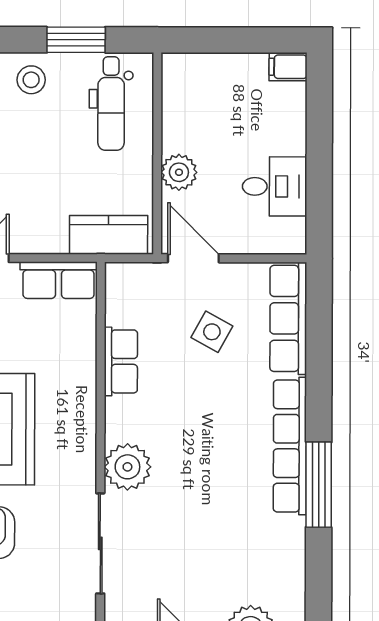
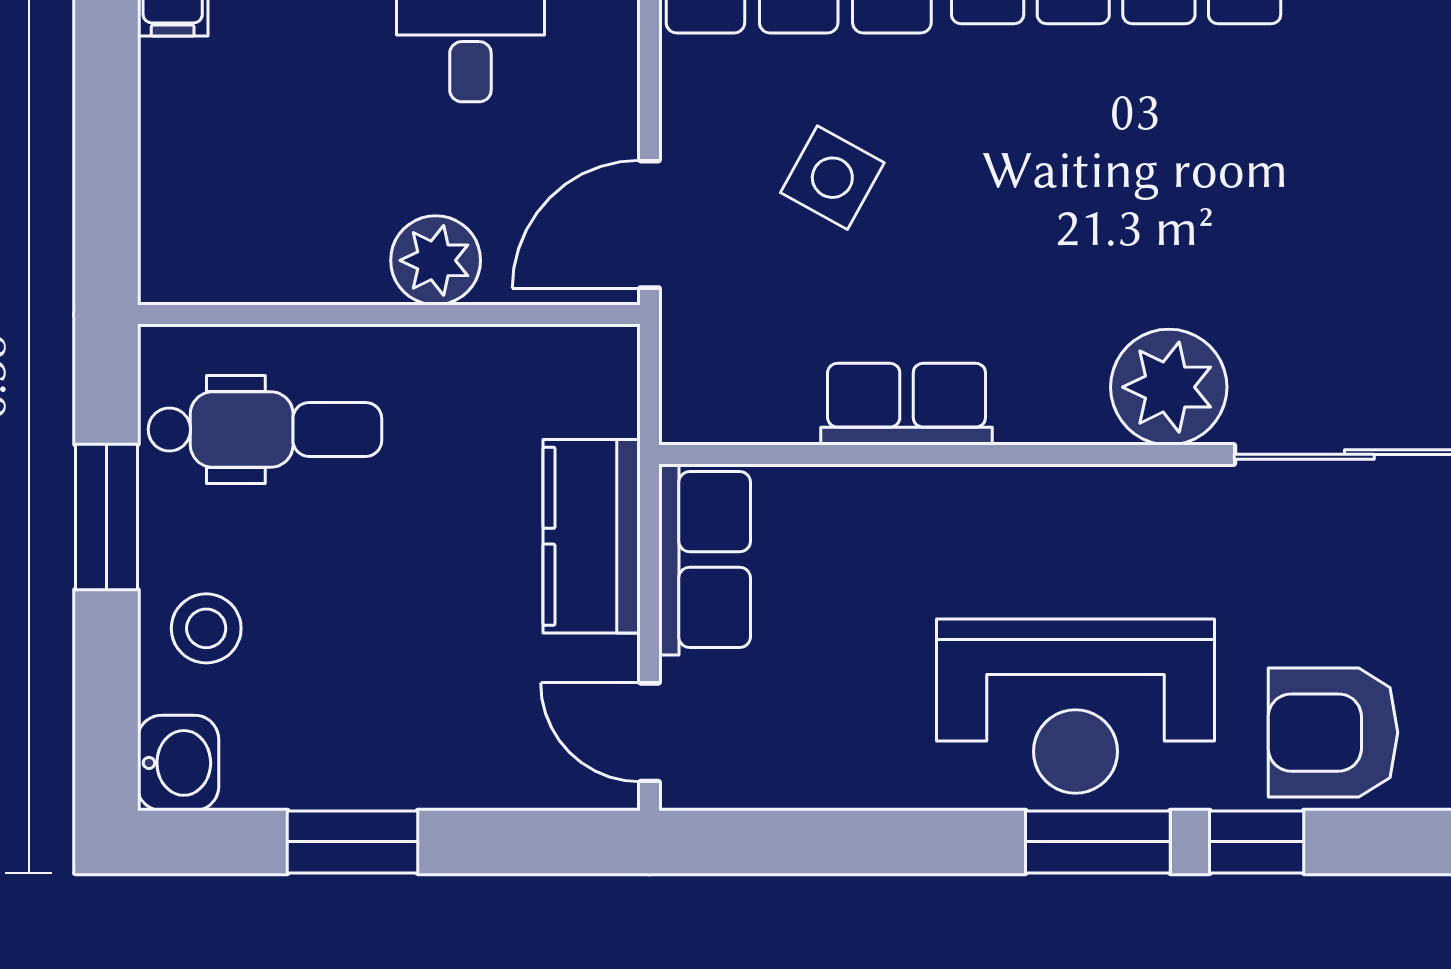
kitchen counter: (109, 235) -> (592, 536), moved

